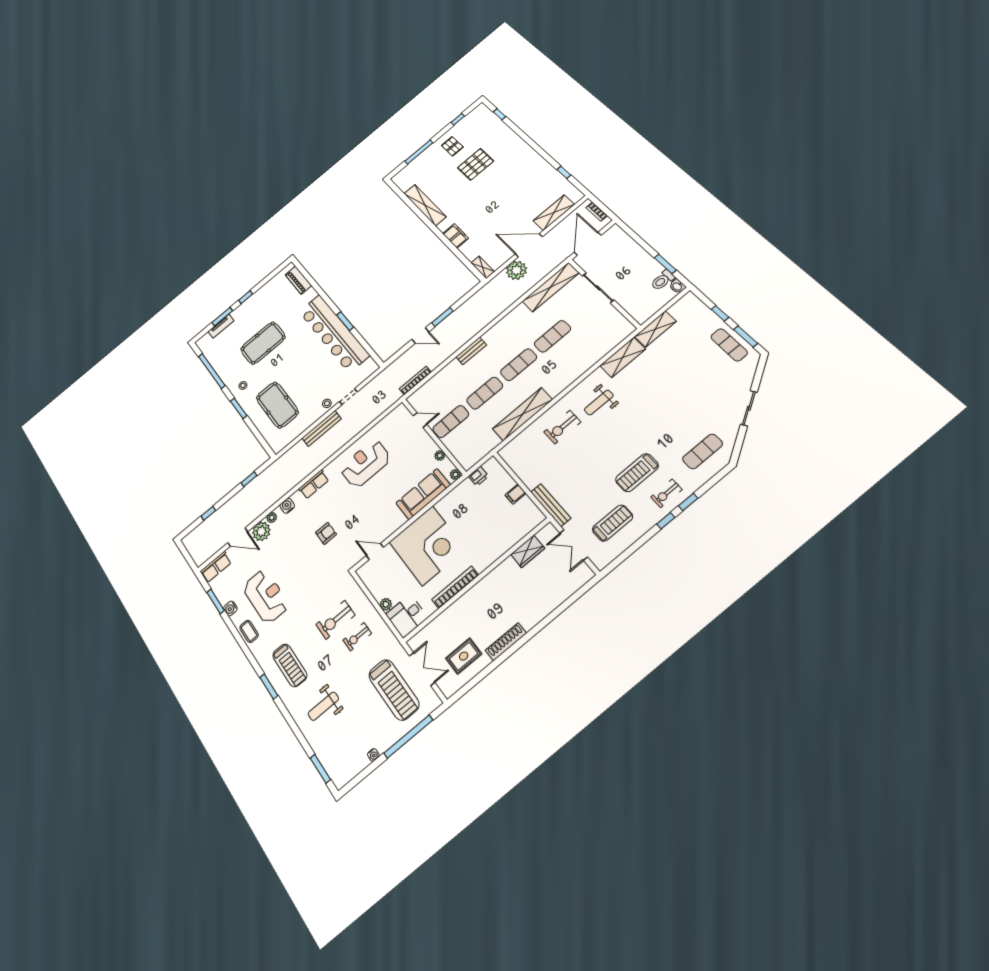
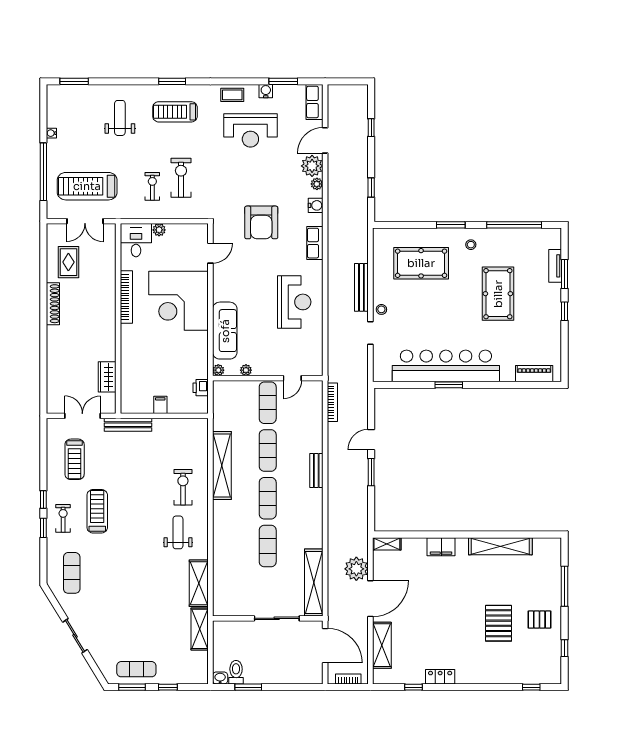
locker: (542, 164) -> (440, 677), added
armchair: (326, 533) -> (261, 222), width x1.88, depth x1.88

